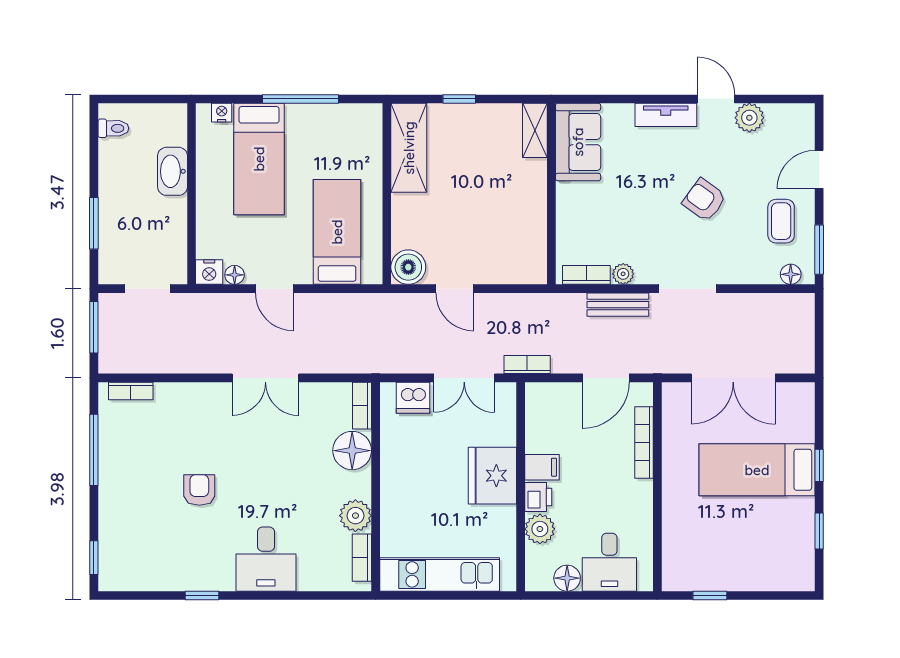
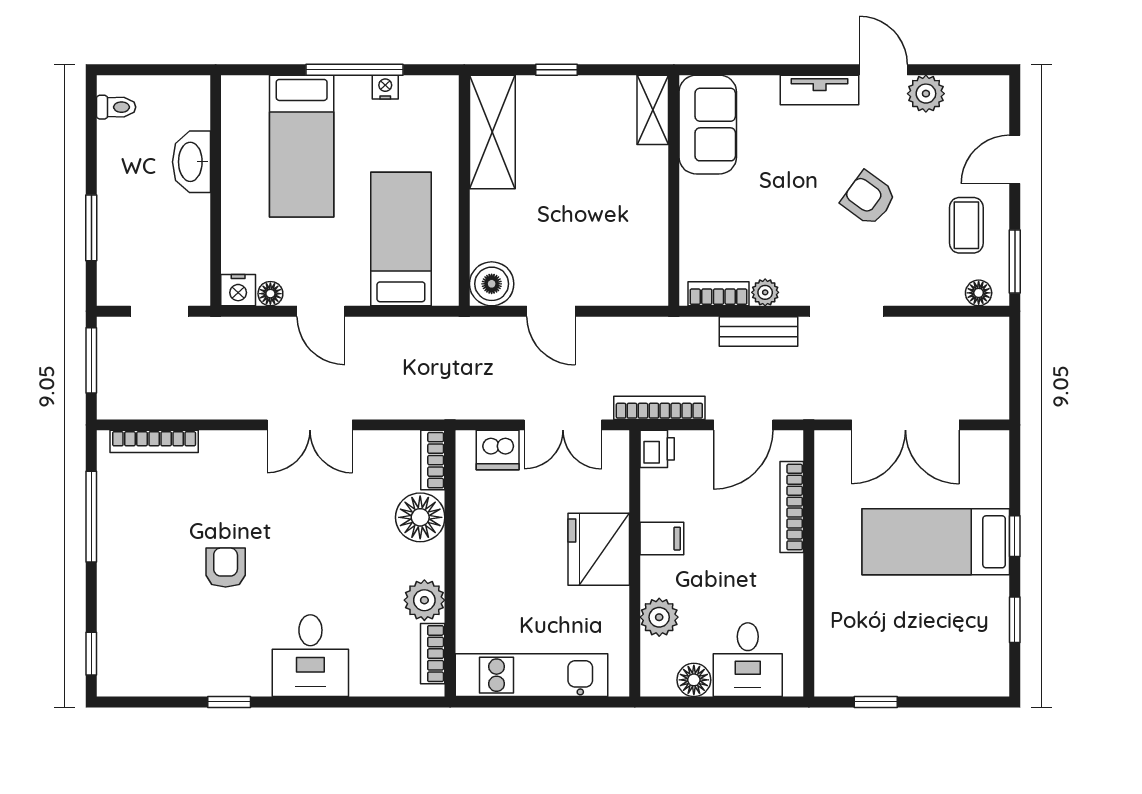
nightstand: (222, 113) -> (385, 87), moved
bookcase: (527, 365) -> (659, 408), width x1.56
bookcase: (131, 391) -> (154, 441), width x1.56
printer: (538, 497) -> (657, 449), moved

